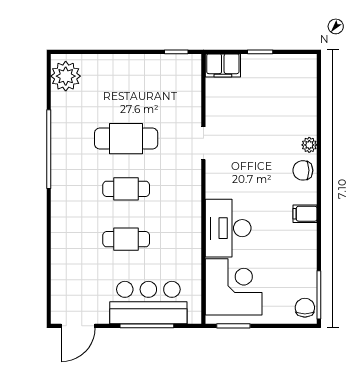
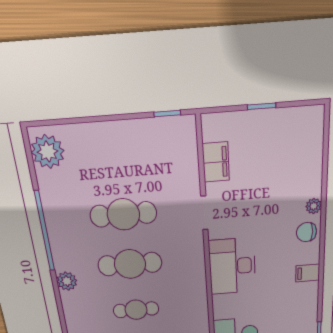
filing cabinet: (223, 65) -> (216, 162), moved, turned -90
cafe table: (126, 189) -> (130, 264), width x1.37, depth x1.35
plant: (61, 202) -> (67, 281), added
desk: (228, 228) -> (232, 266), moved

